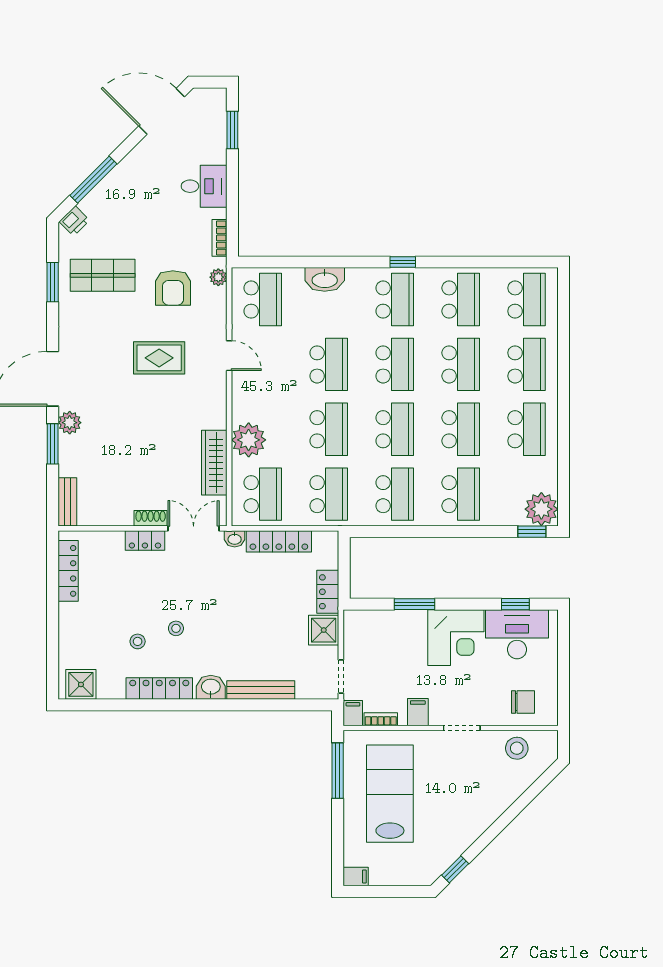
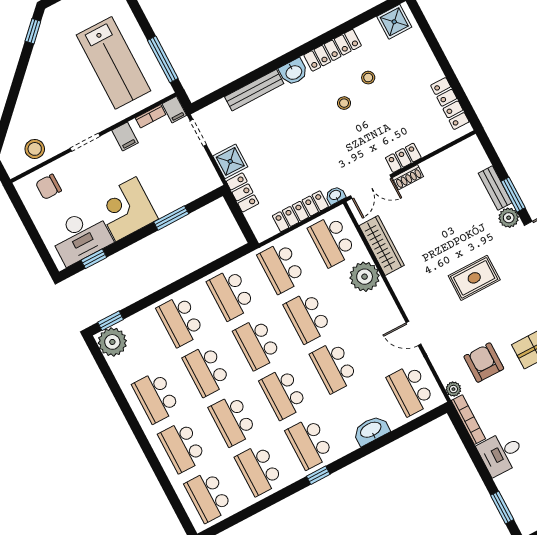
bookcase: (219, 238) -> (468, 420), width x1.56
rug: (159, 358) -> (474, 278), moved
bench: (67, 502) -> (495, 188), moved

